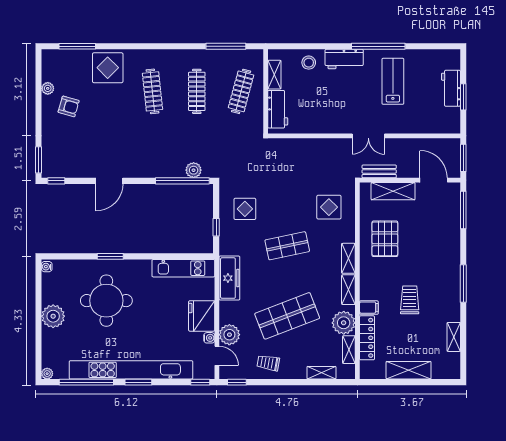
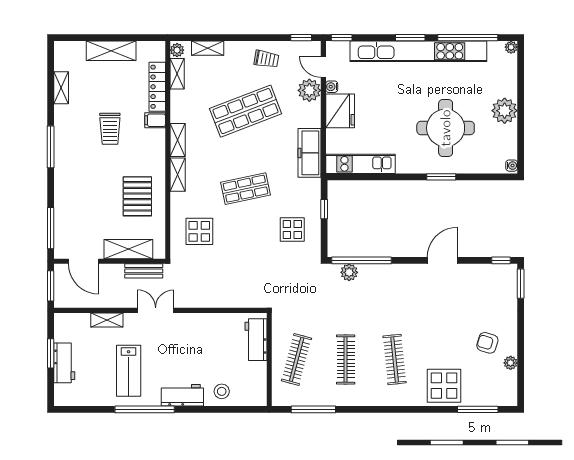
shelving: (274, 75) -> (107, 320), moved, turned 90
plant: (344, 323) -> (177, 50), moved, width x0.53, depth x0.53

